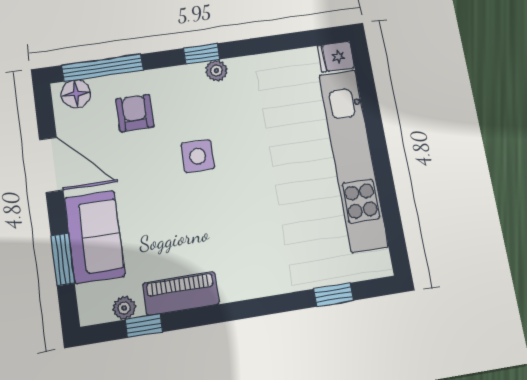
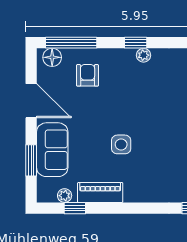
side table: (198, 156) -> (121, 144), moved

